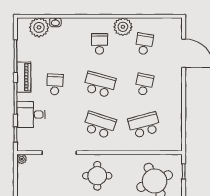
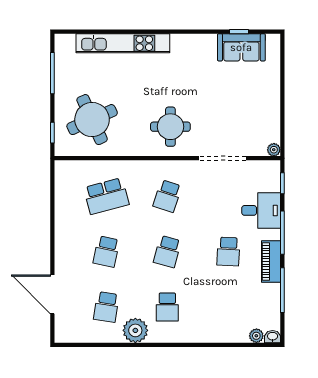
washbasin: (55, 22) -> (273, 337), moved
plant: (39, 27) -> (256, 336), width x0.53, depth x0.53
school desk: (100, 84) -> (167, 252), width x0.54
school desk: (100, 125) -> (167, 196), width x0.54

